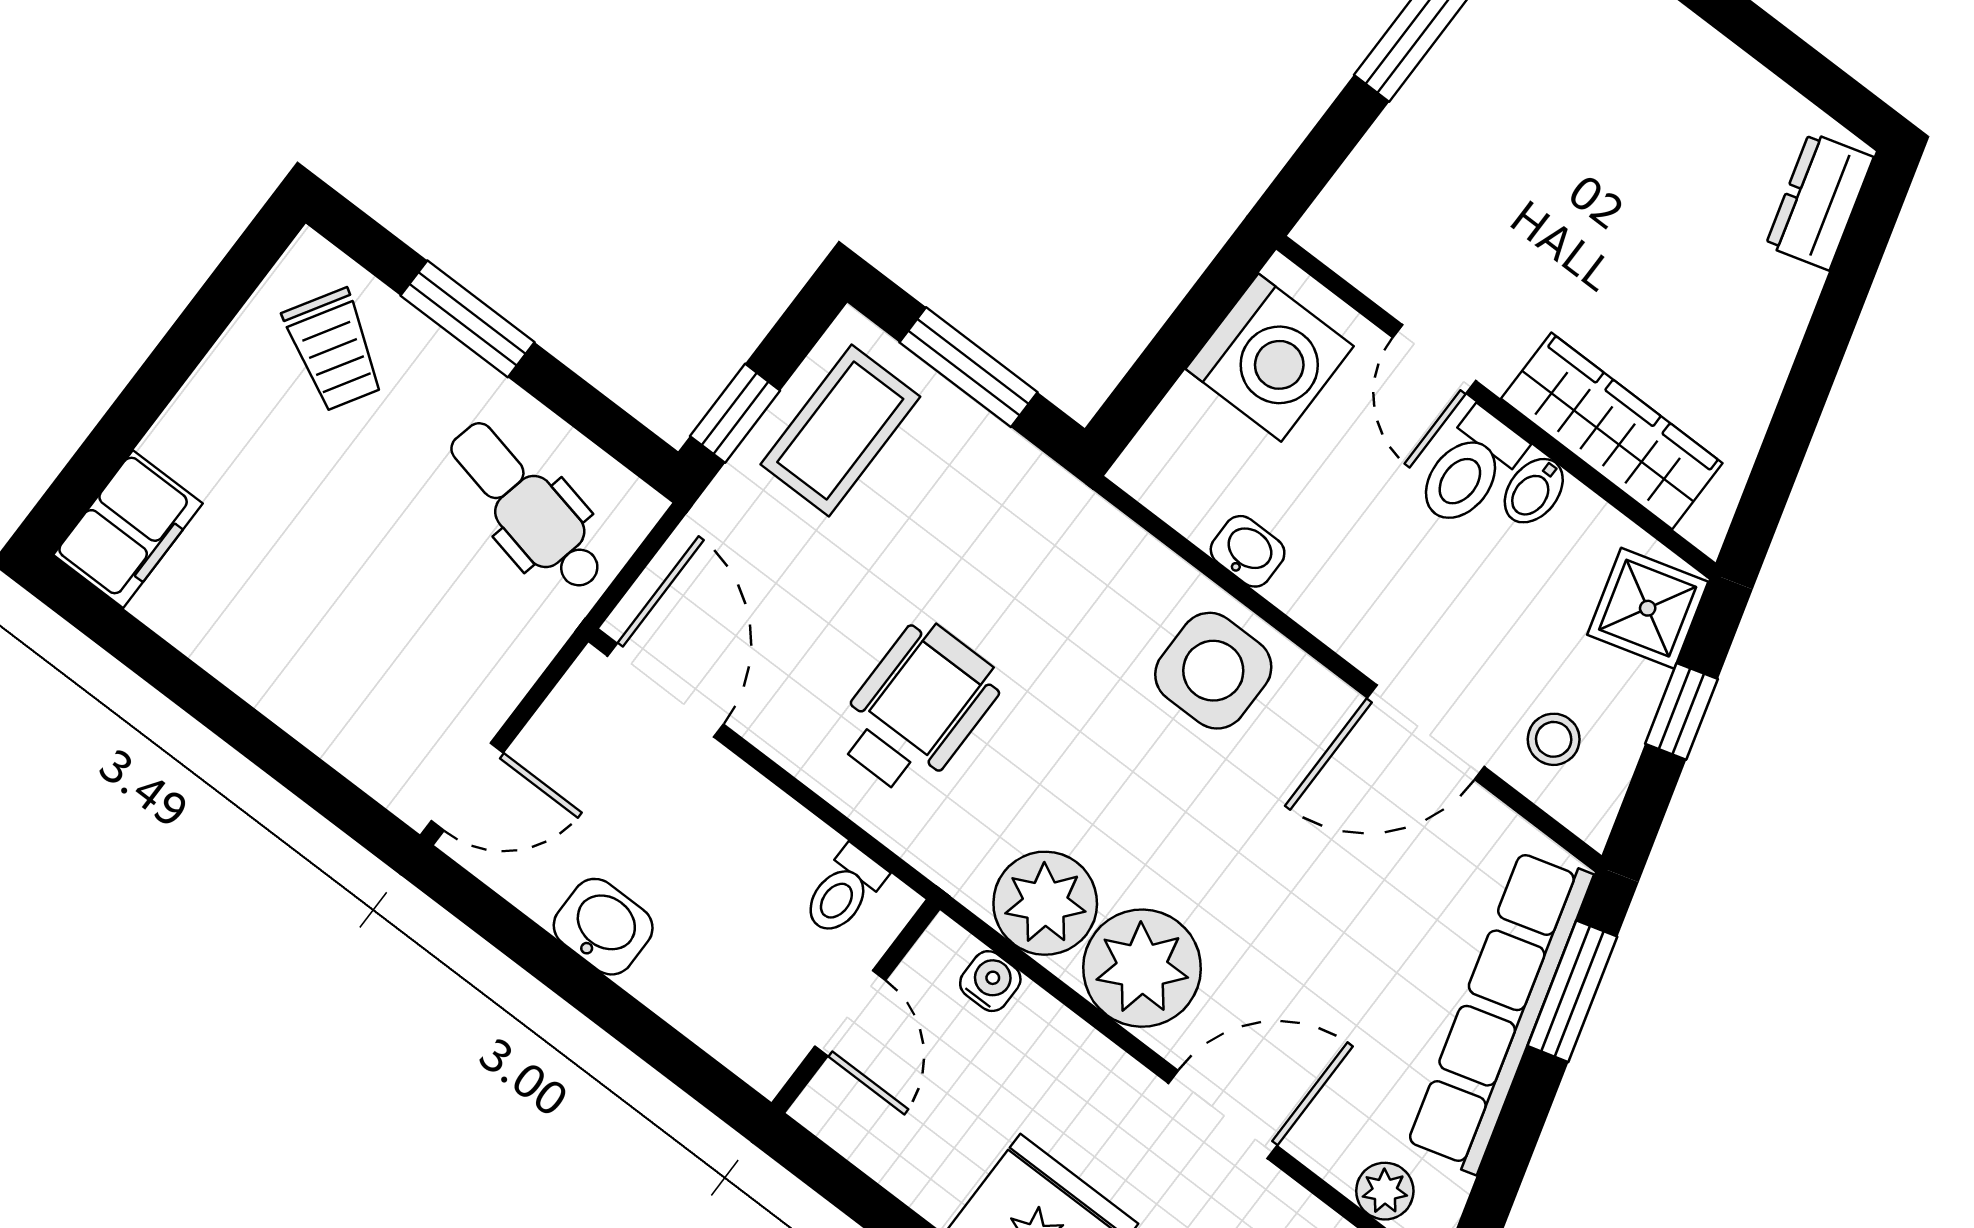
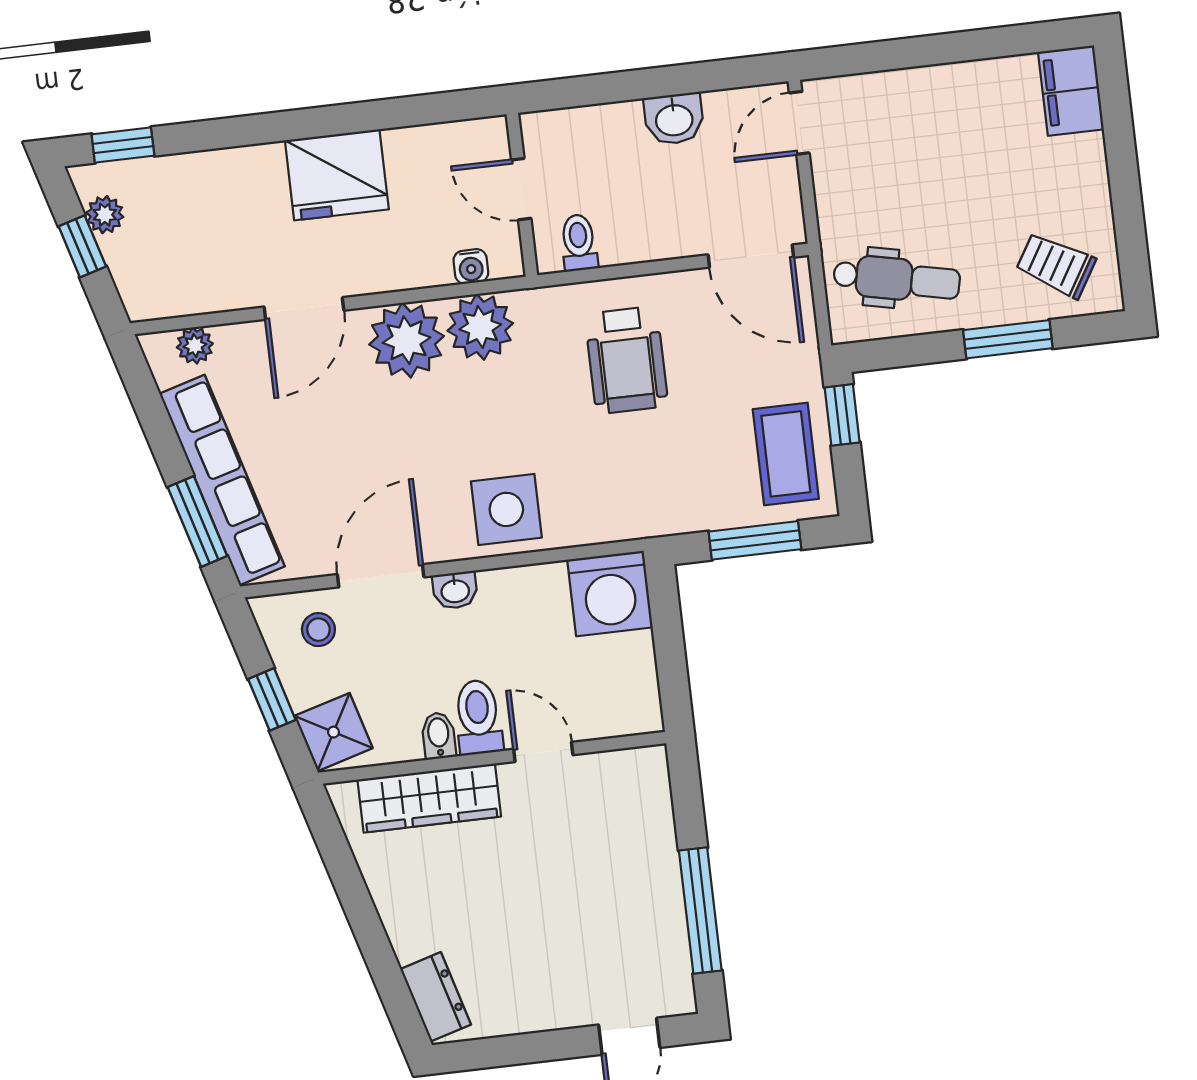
washing machine: (1270, 358) -> (610, 593), moved, turned -90
washbasin: (1248, 551) -> (455, 590), moved

